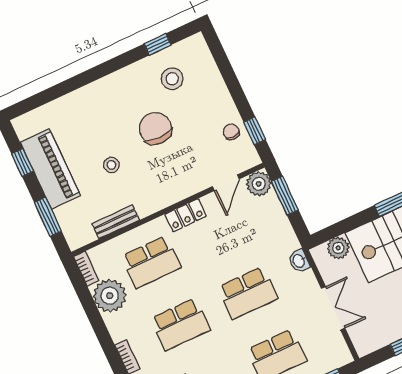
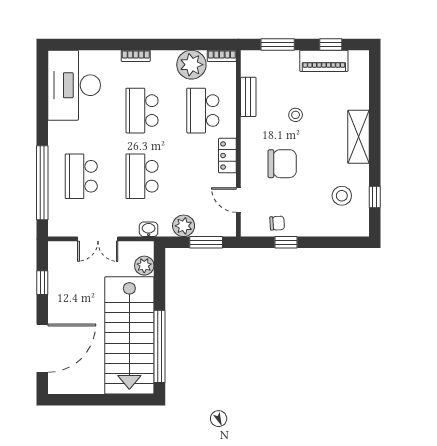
shelving: (104, 90) -> (359, 137), added
chair: (155, 128) -> (282, 164), moved
window: (255, 131) -> (286, 242), moved
piano: (50, 169) -> (324, 61), width x0.73, depth x0.75
plant: (259, 184) -> (184, 226), moved

